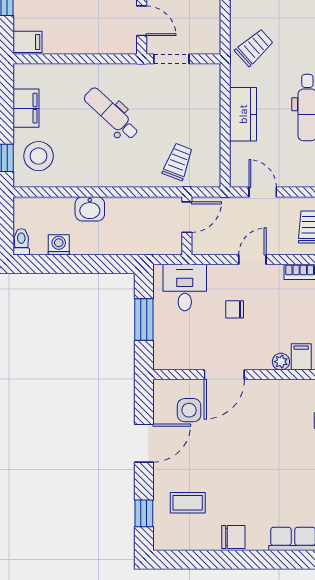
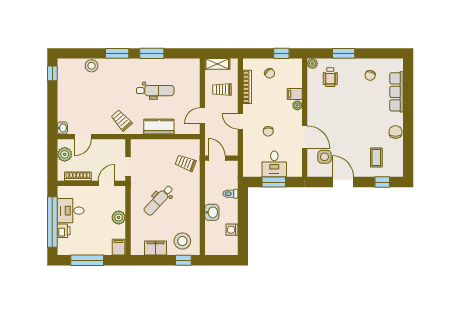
plant: (81, 42) -> (119, 217), added
toilet: (21, 242) -> (230, 194), moved
desk: (185, 288) -> (274, 164), moved, turned -90

